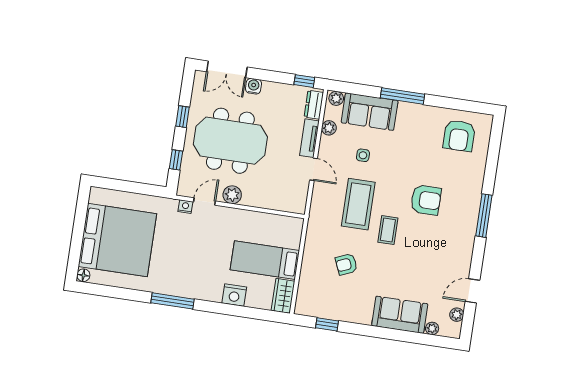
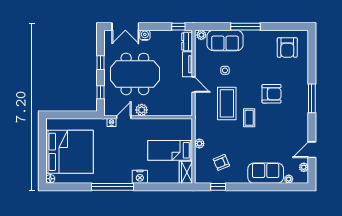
plant: (329, 128) -> (199, 144), moved
armchair: (346, 264) -> (221, 162), moved
nightstand: (234, 295) -> (140, 177), moved
window: (173, 301) -> (112, 187), width x1.46

